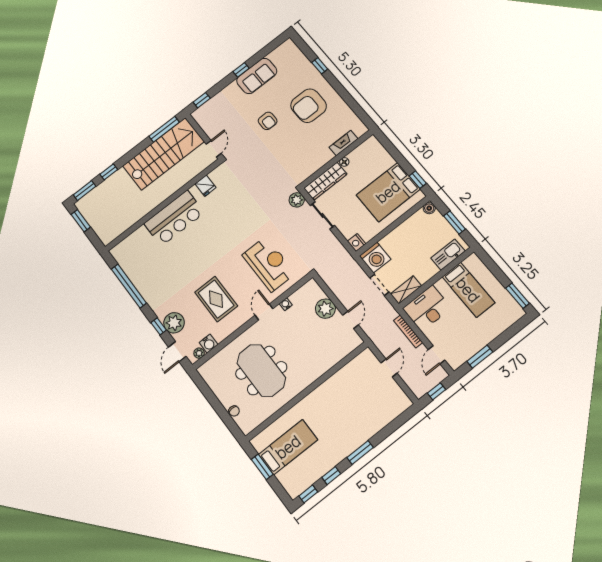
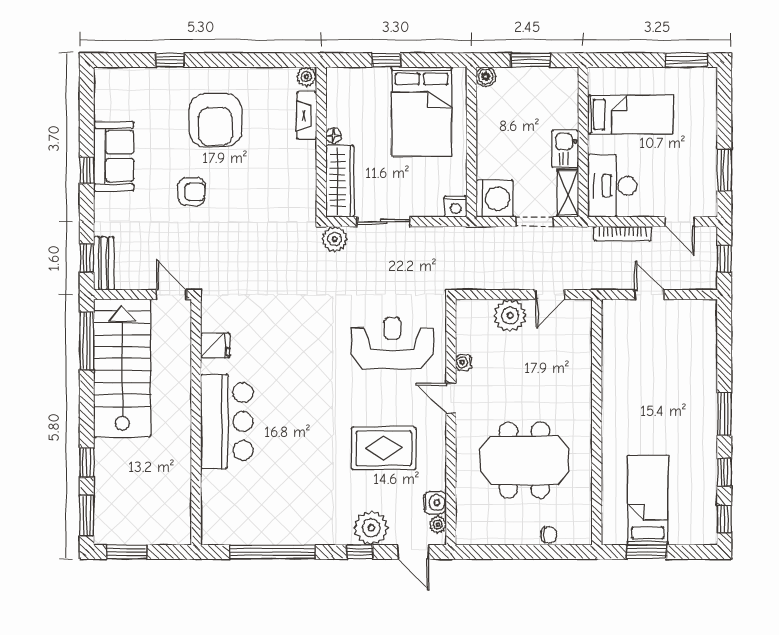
bench: (205, 109) -> (104, 263), added
plant: (361, 129) -> (306, 77), added
window: (418, 180) -> (386, 60), moved
kitchen sink: (448, 255) -> (565, 149), moved, width x0.73
door: (351, 320) -> (550, 295), swing flipped

